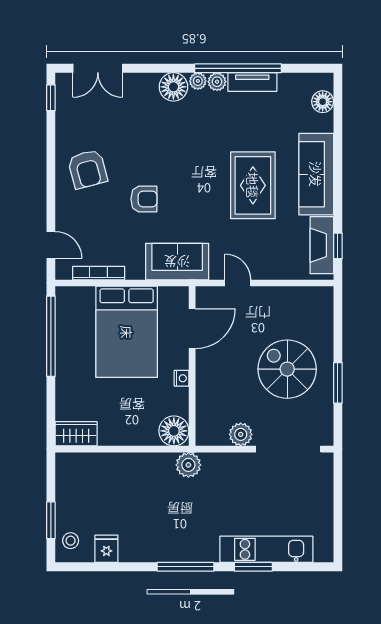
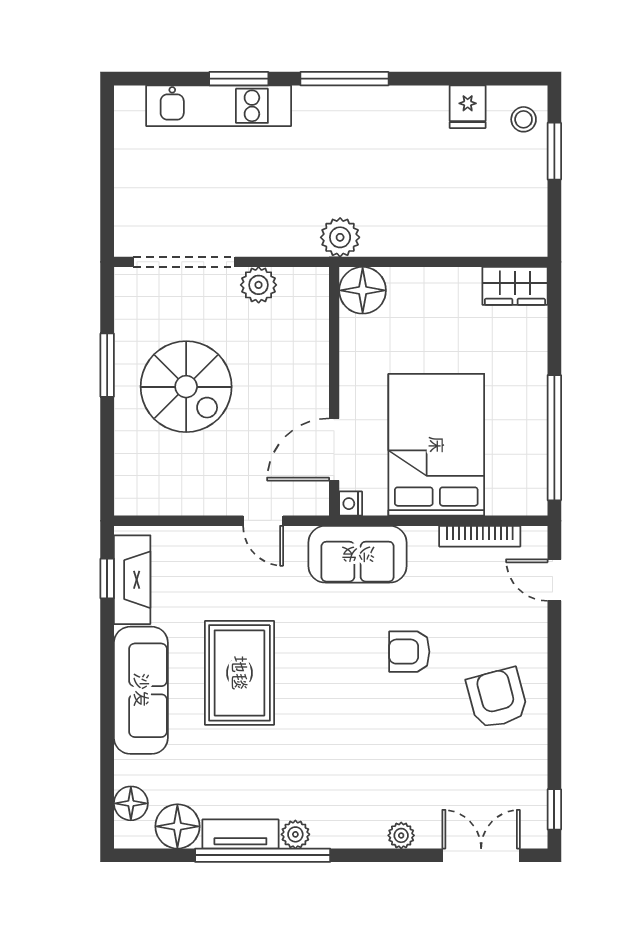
plant: (198, 81) -> (401, 835), moved
floor lamp: (173, 87) -> (177, 826), moved
nightstand: (182, 378) -> (351, 504), moved

